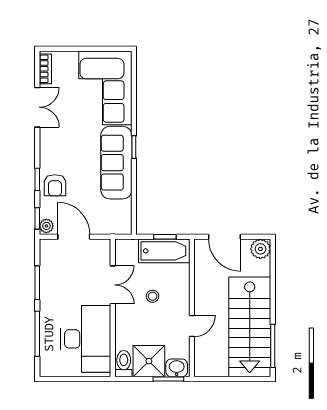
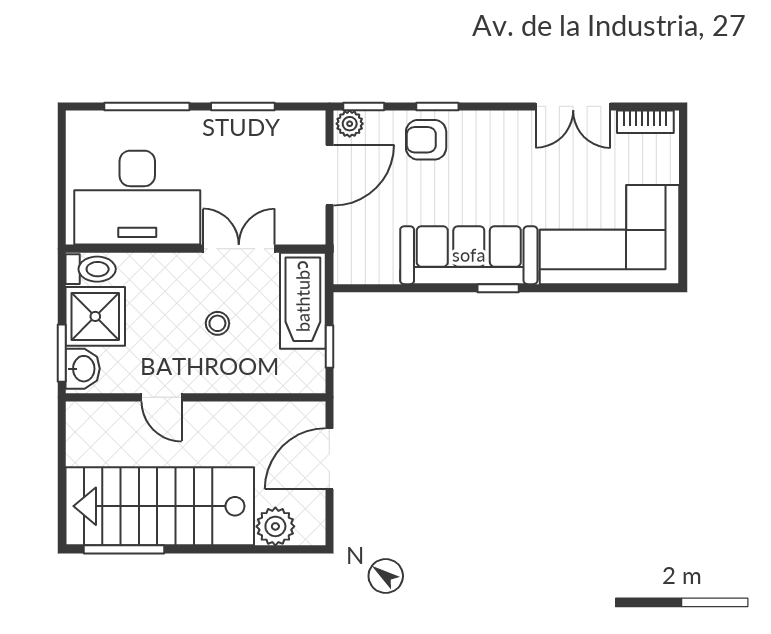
plant: (260, 249) -> (275, 526), moved
bathtub: (164, 251) -> (303, 301), moved
double door: (113, 285) -> (239, 249), swing flipped

